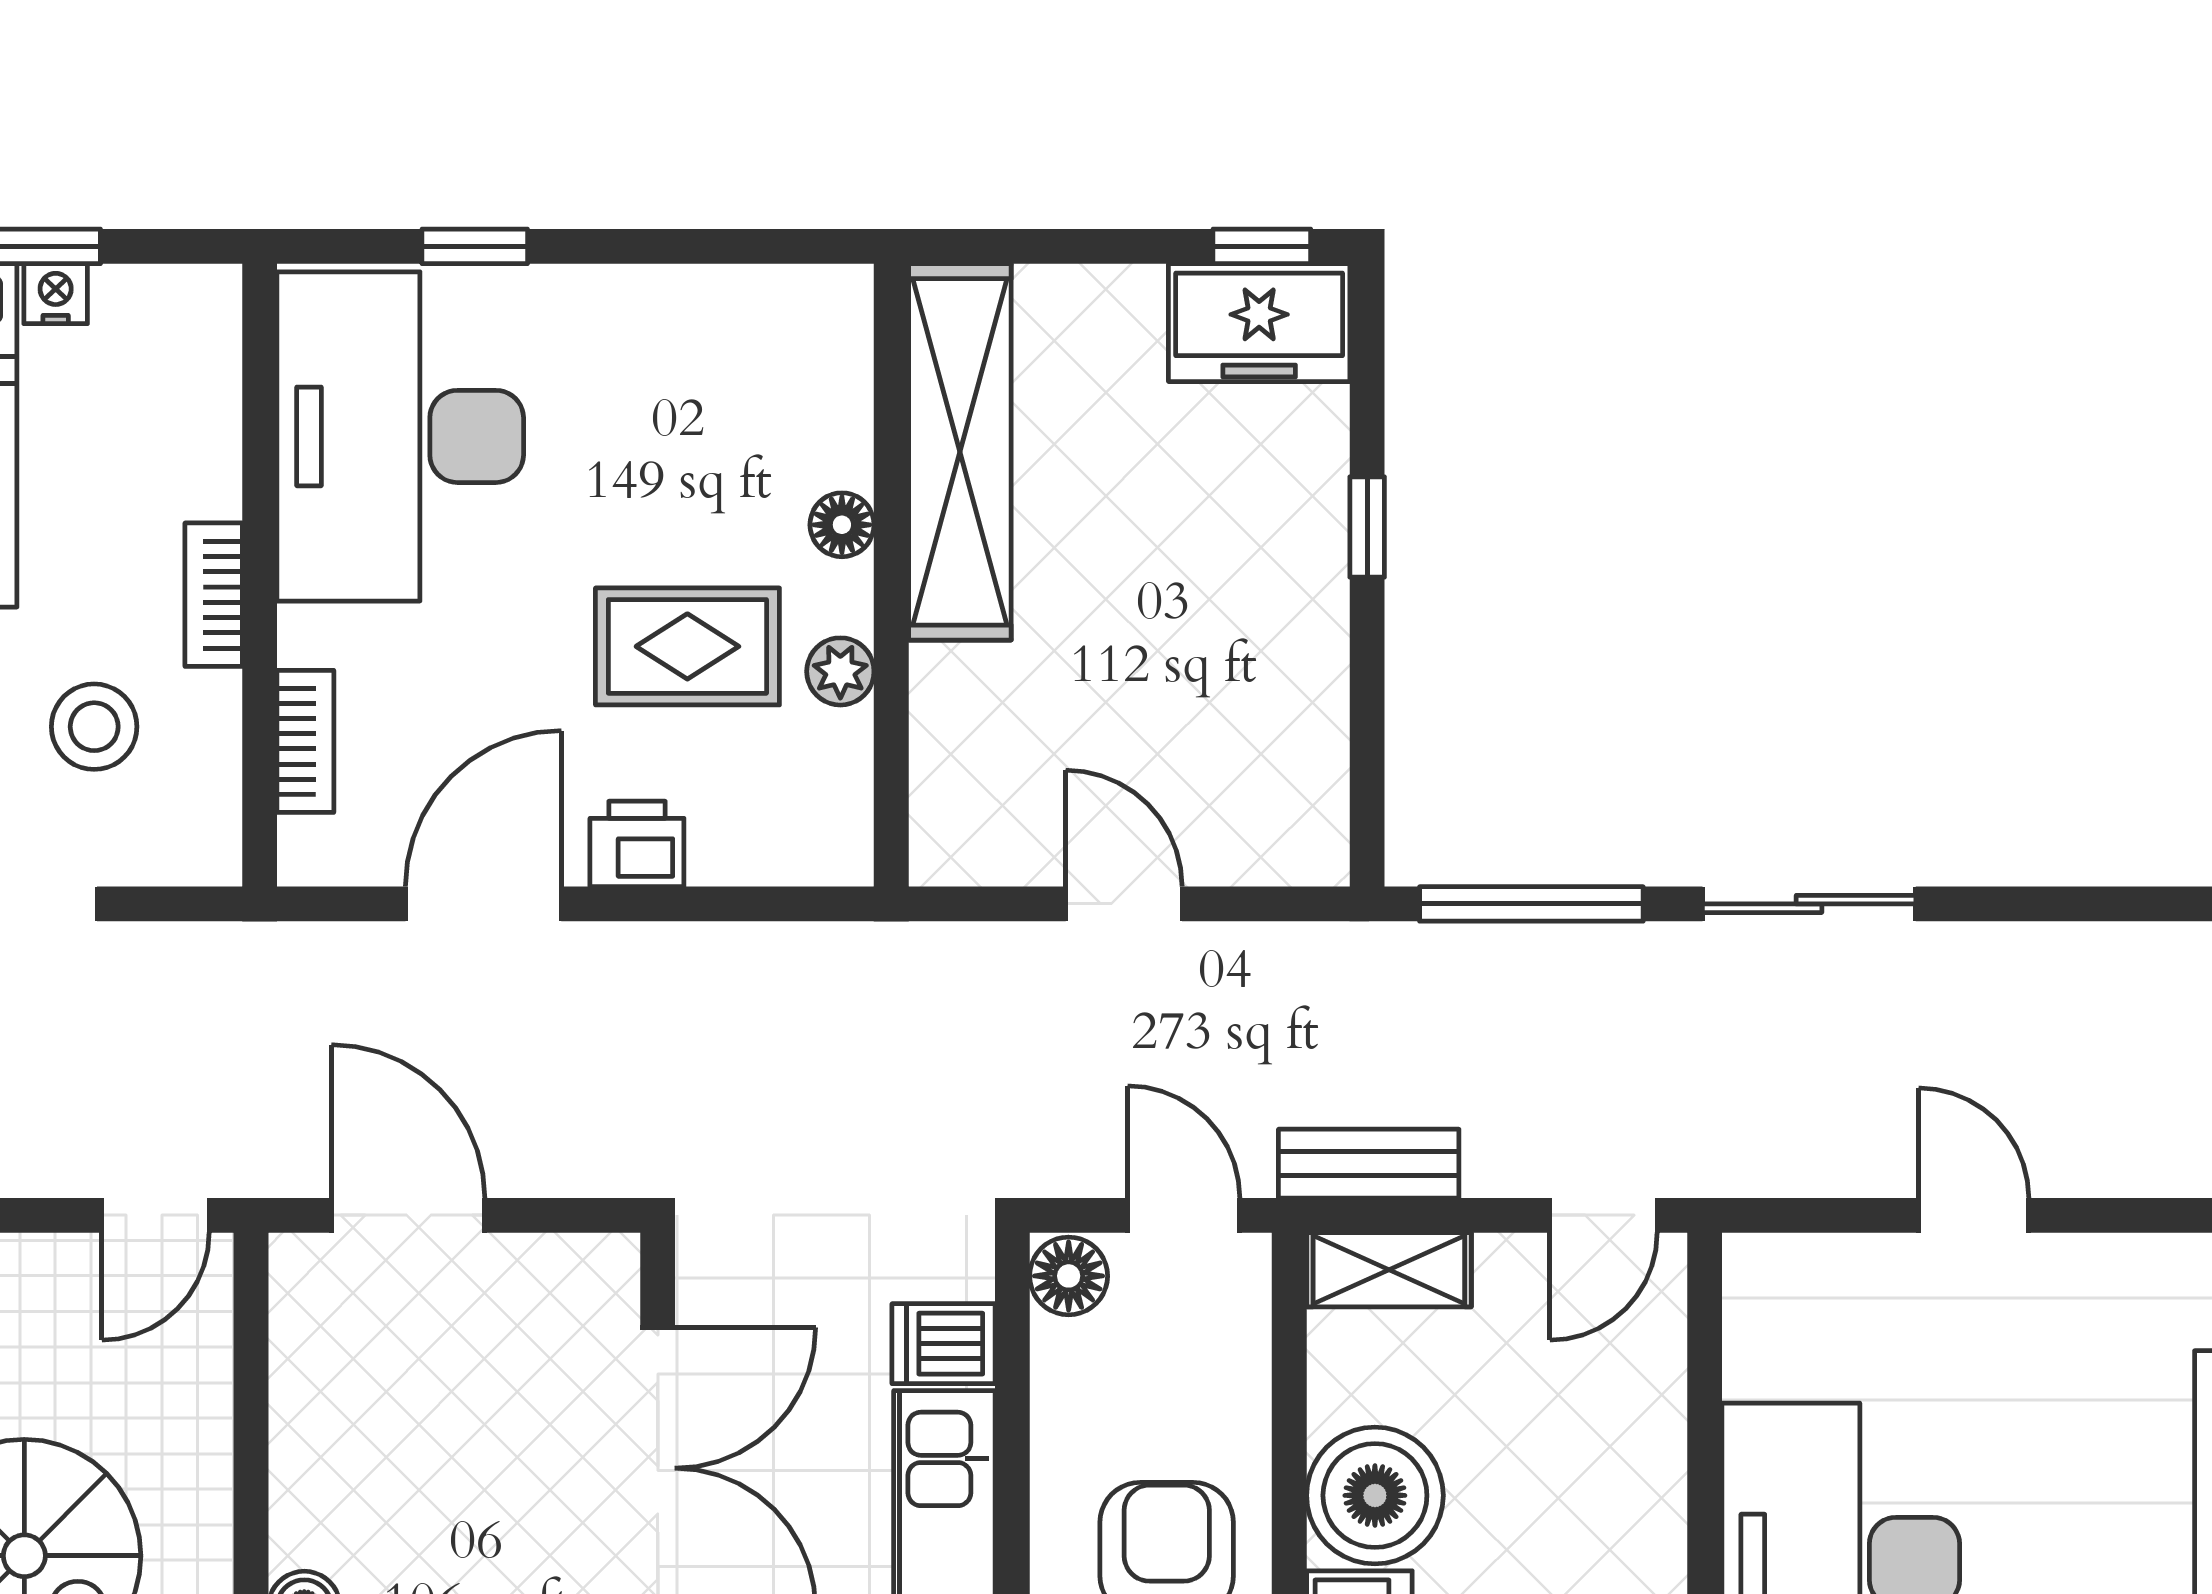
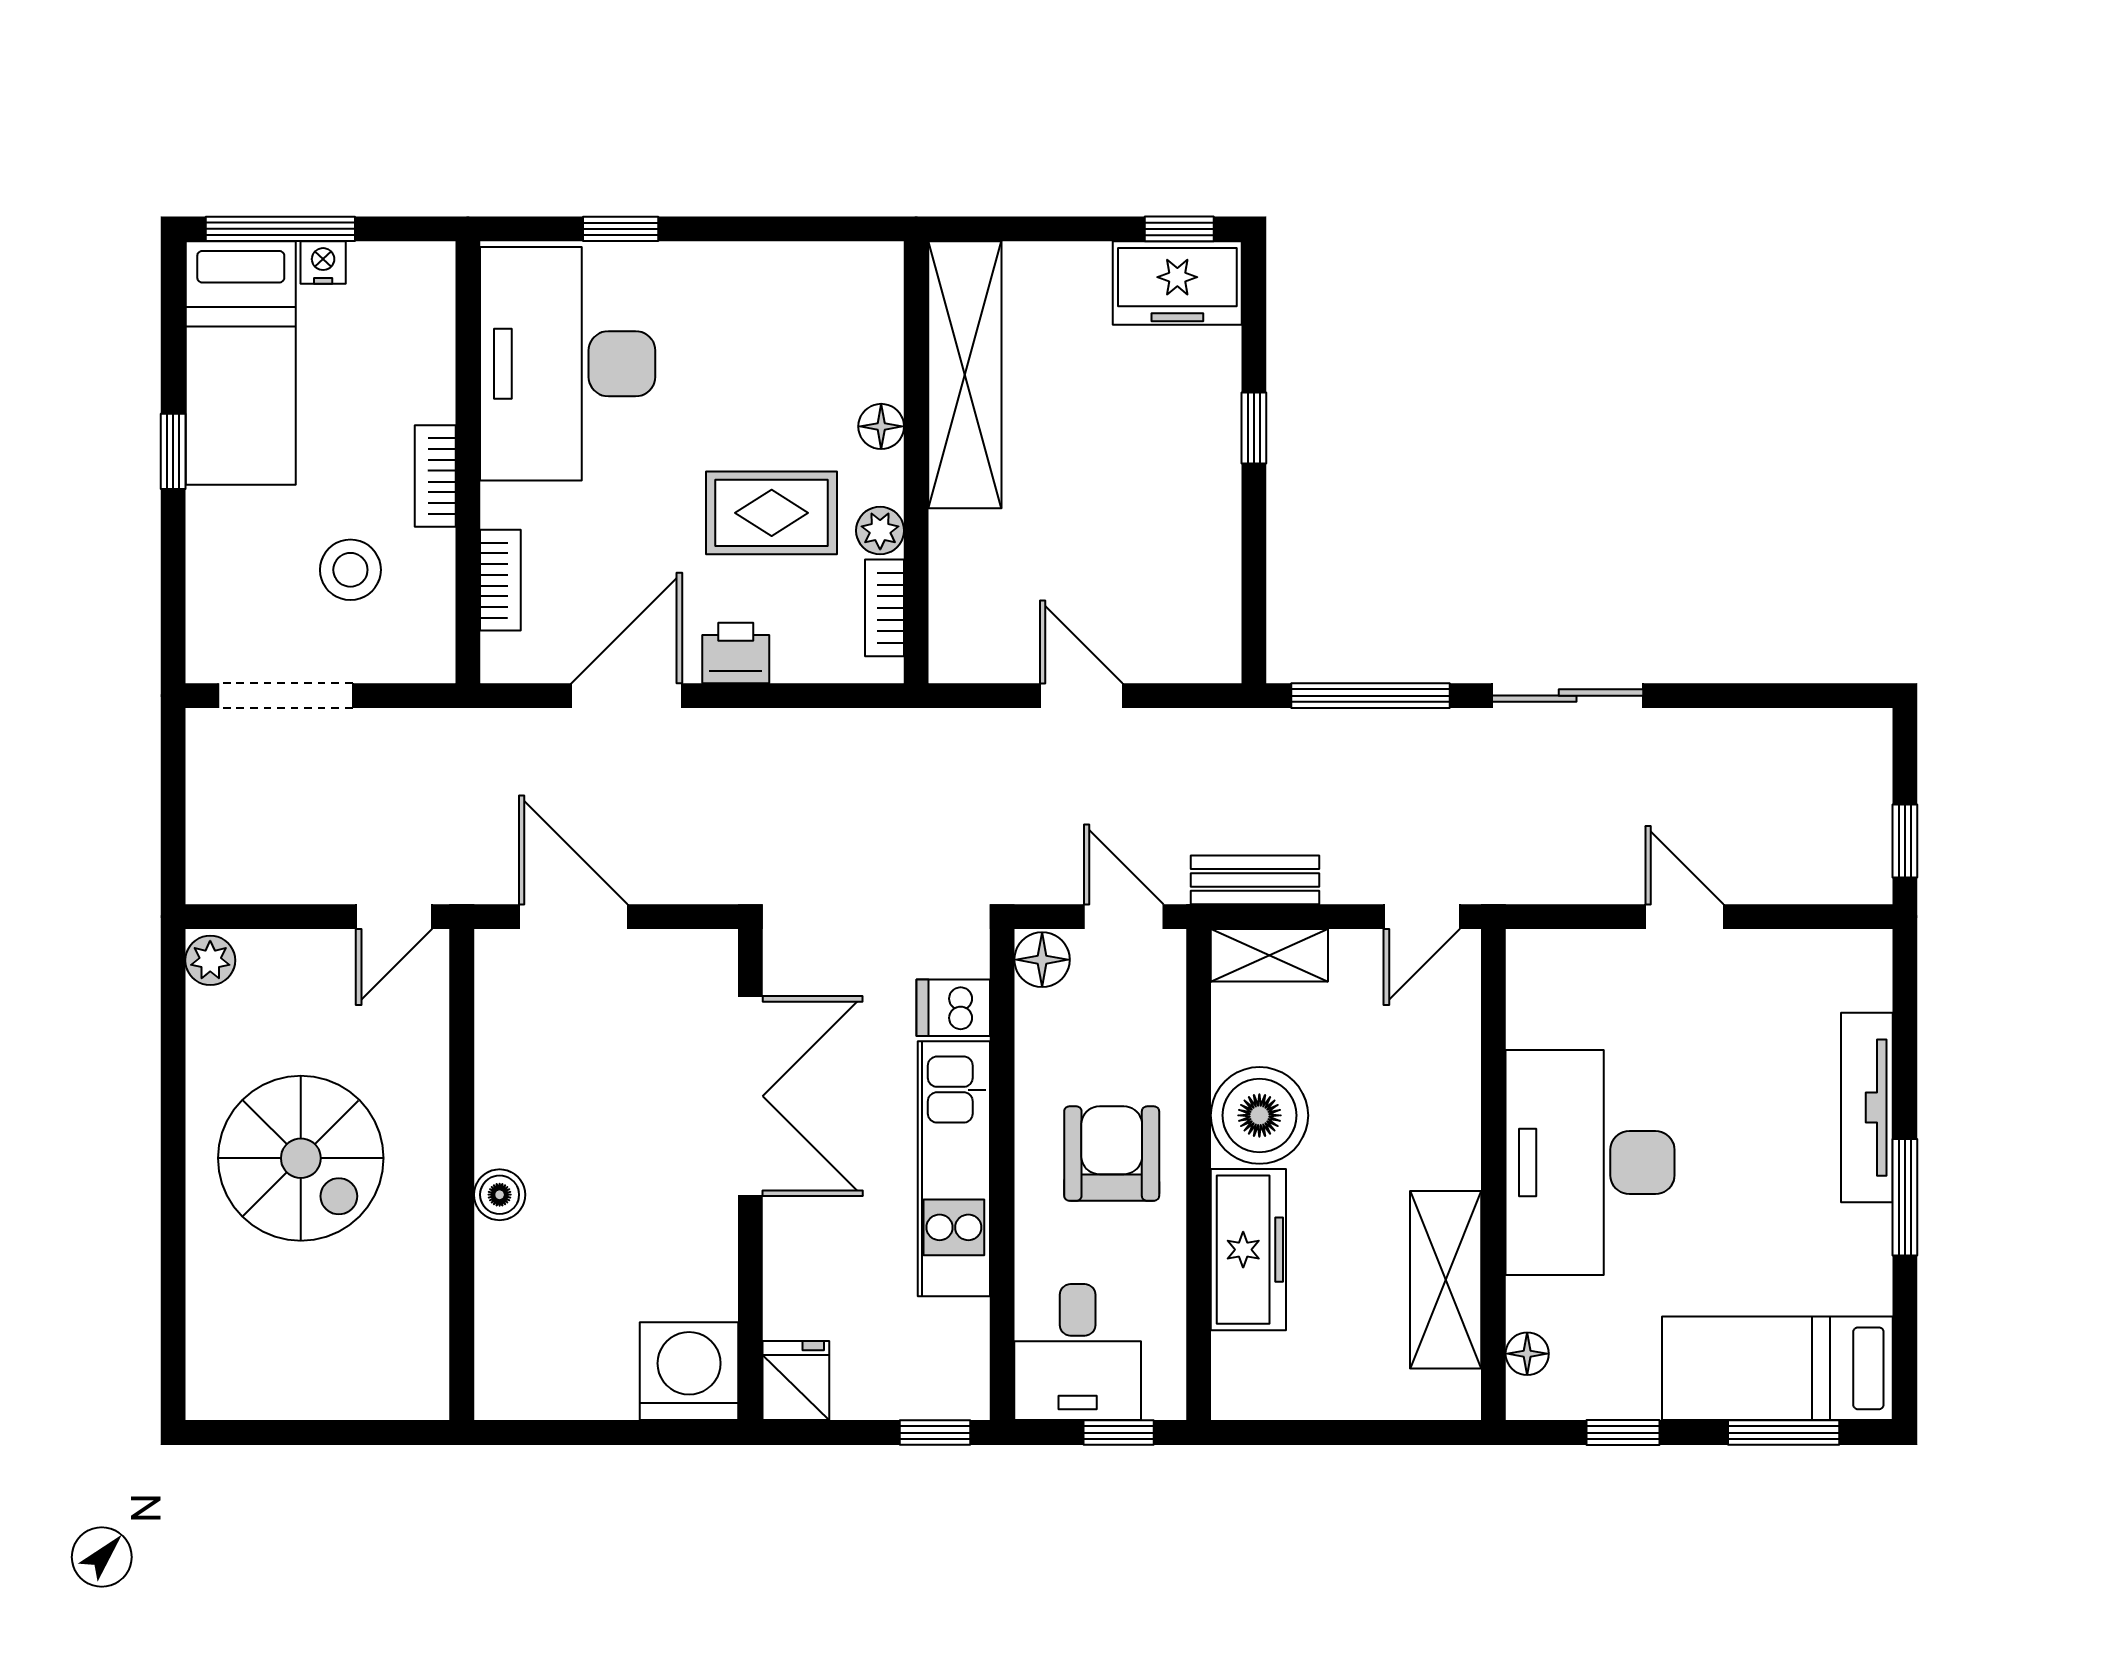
bookcase: (847, 780) -> (884, 608), added

